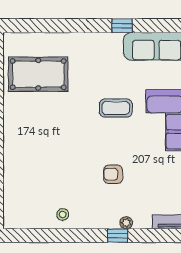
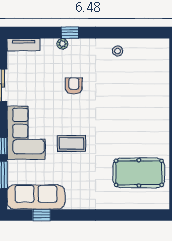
window: (122, 26) -> (42, 215), moved
armchair: (113, 174) -> (74, 86), turned -90

